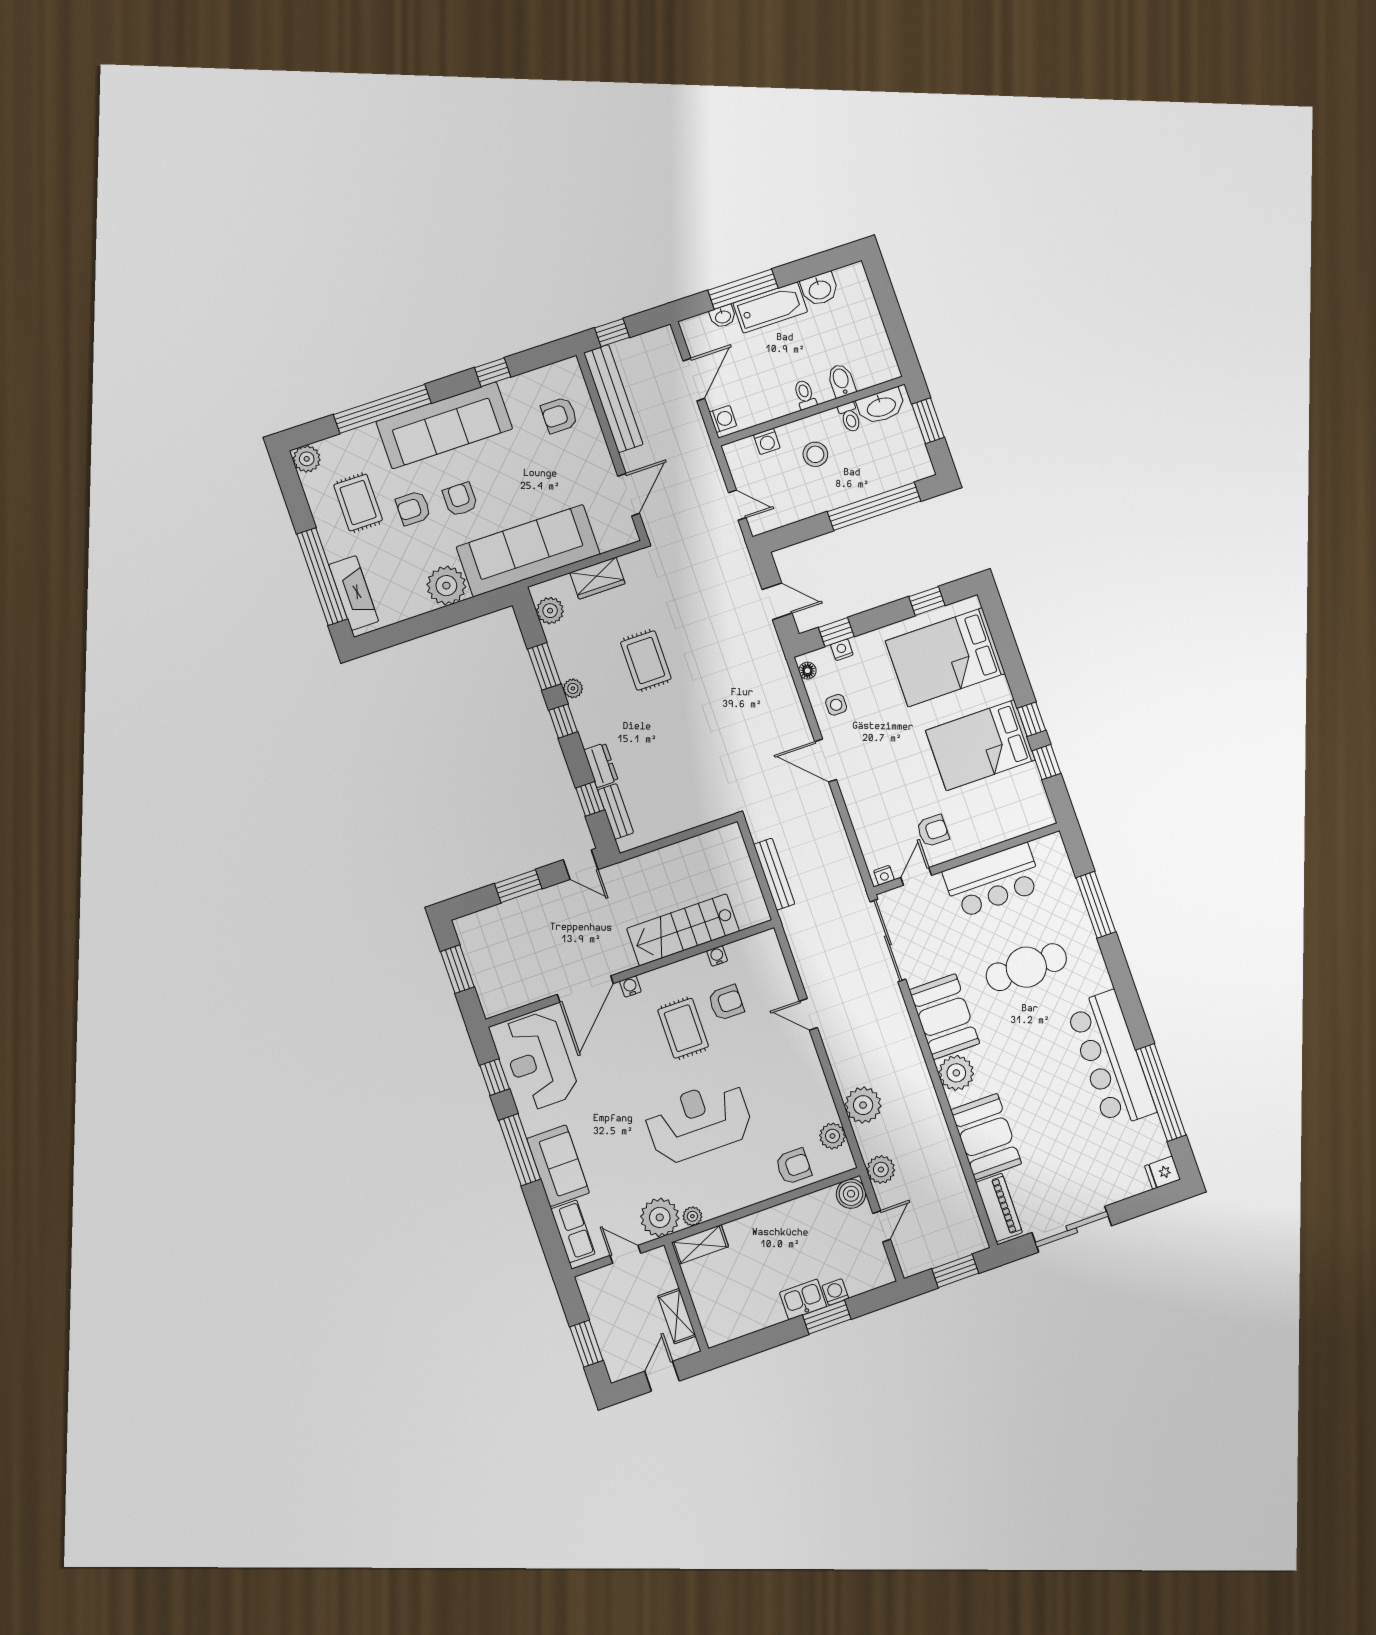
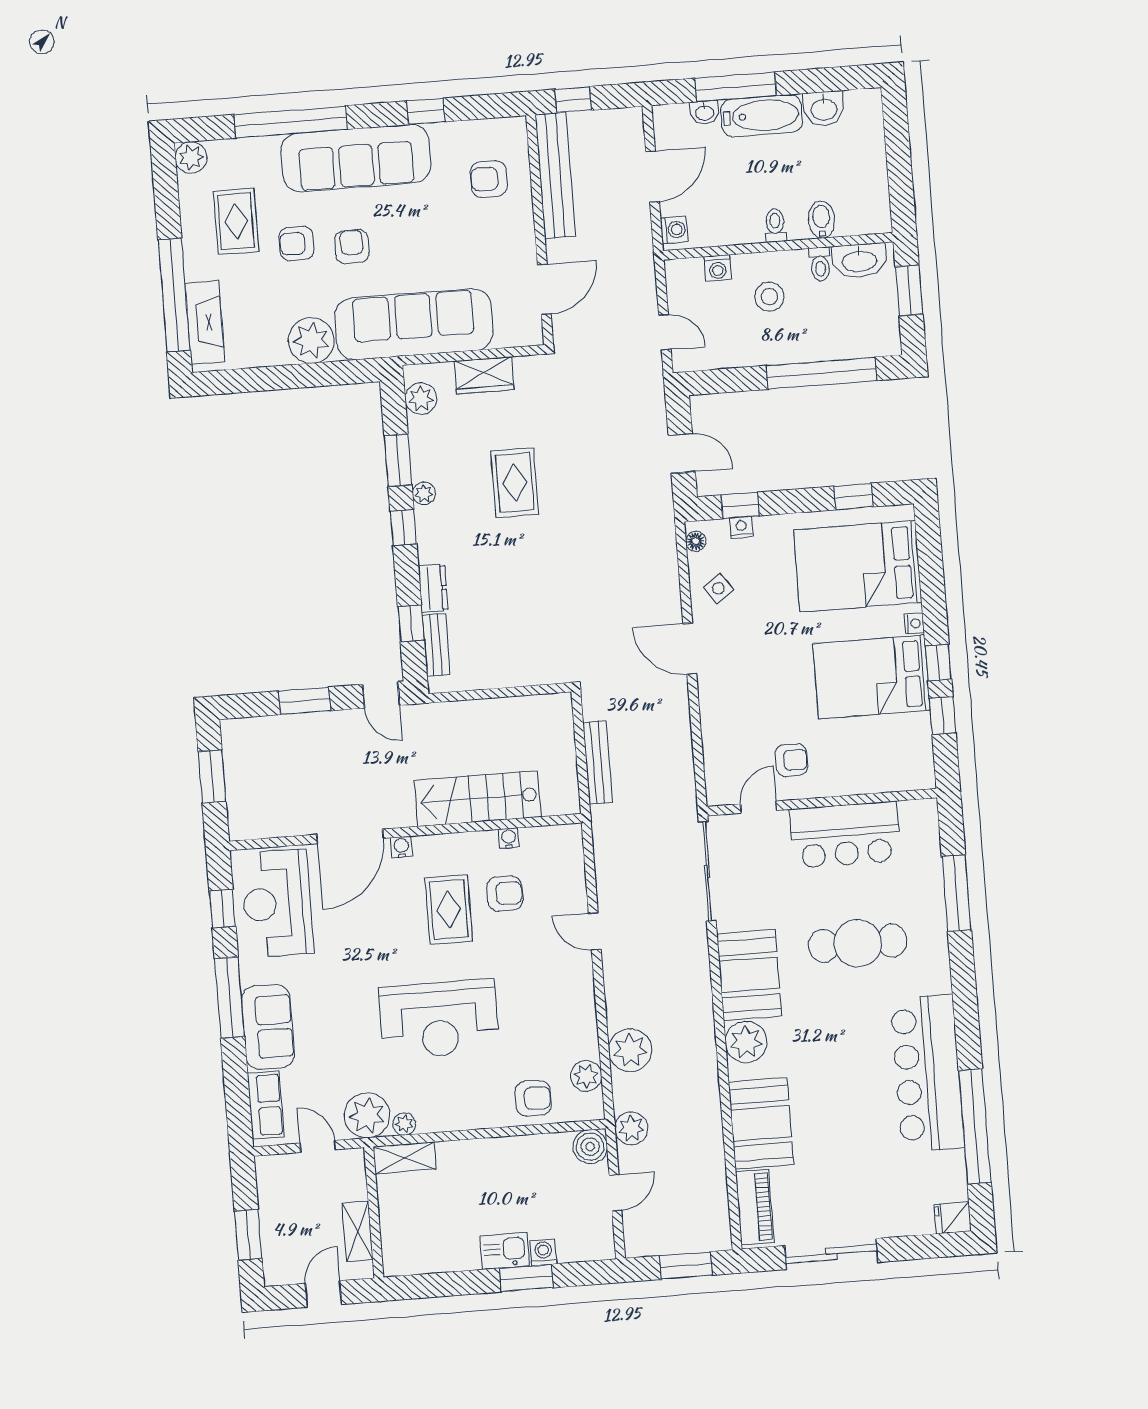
side table: (836, 705) -> (718, 588), turned -36
nightstand: (884, 875) -> (914, 623), moved, turned -90
reception desk: (699, 1121) -> (439, 1019), turned 180

